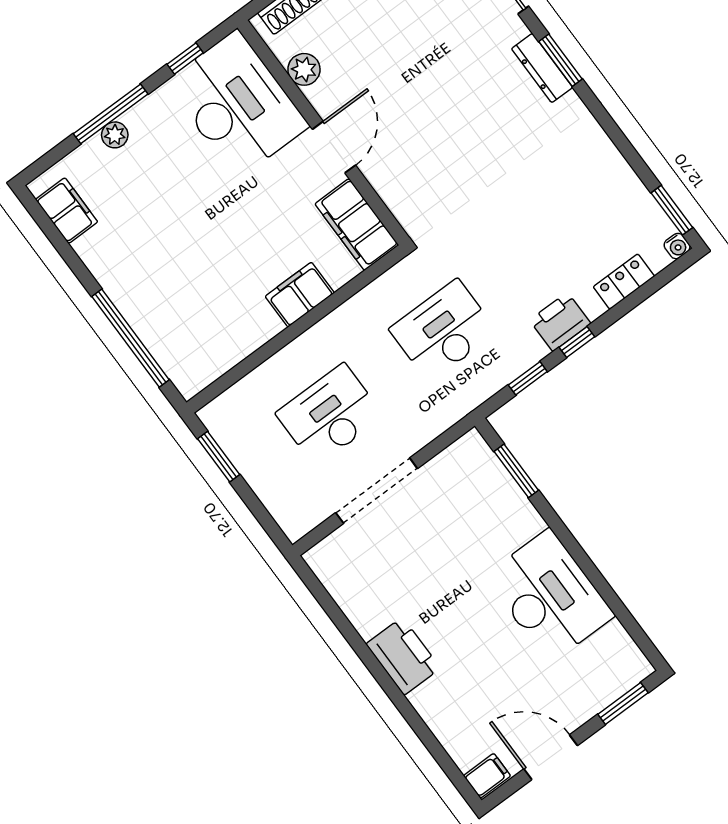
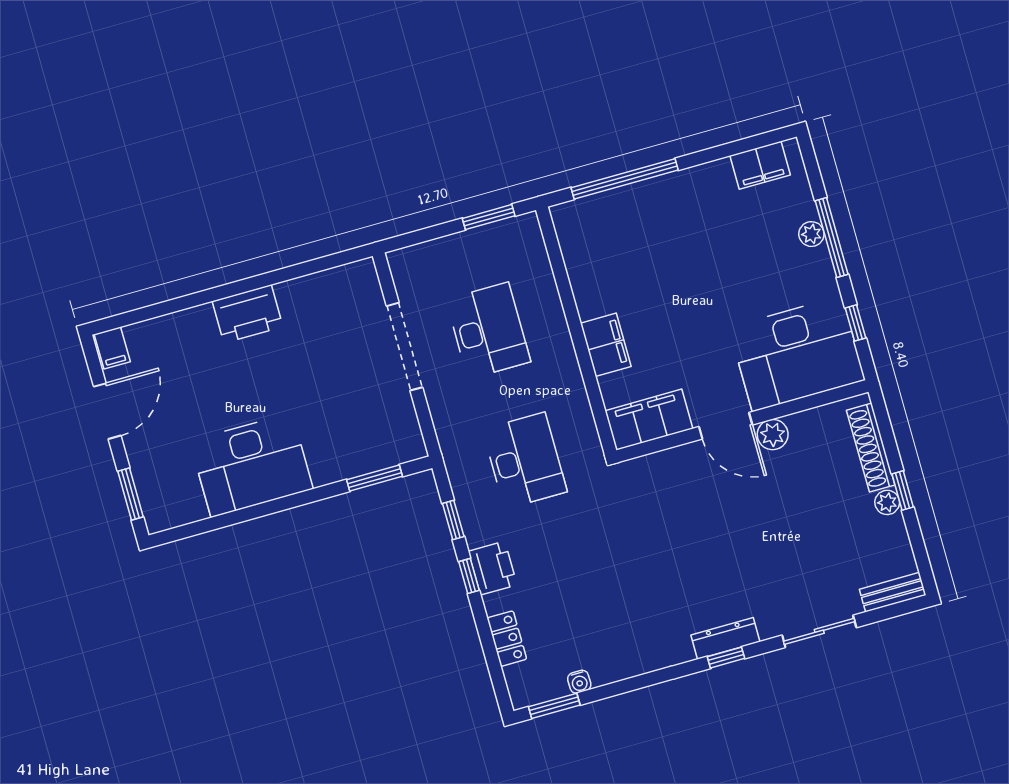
window: (561, 60) -> (726, 658), width x0.67
plant: (304, 69) -> (773, 435), moved
water cooler: (677, 246) -> (579, 682), moved, turned -90

